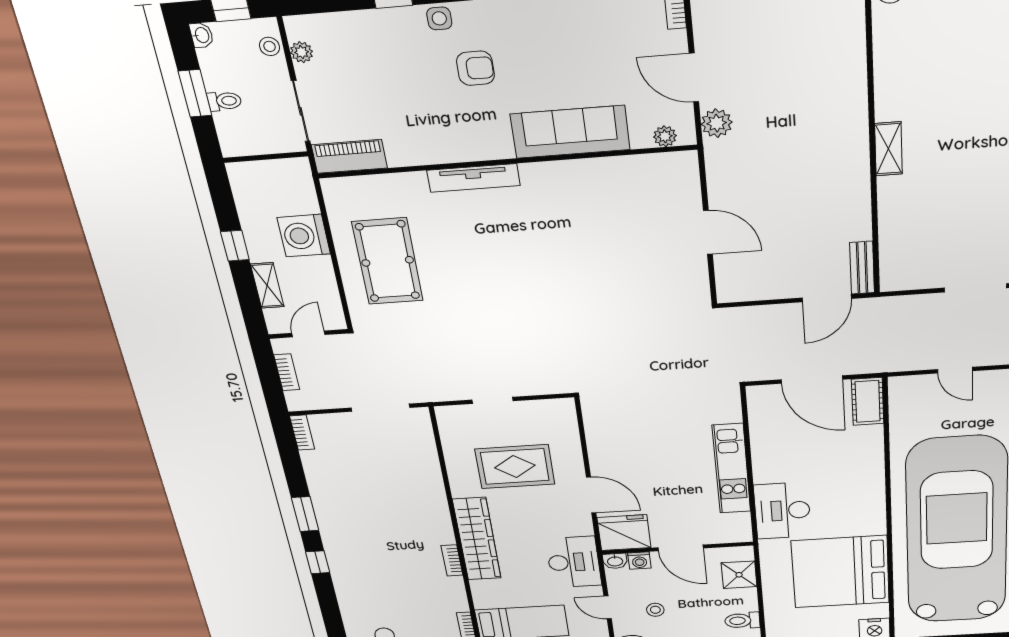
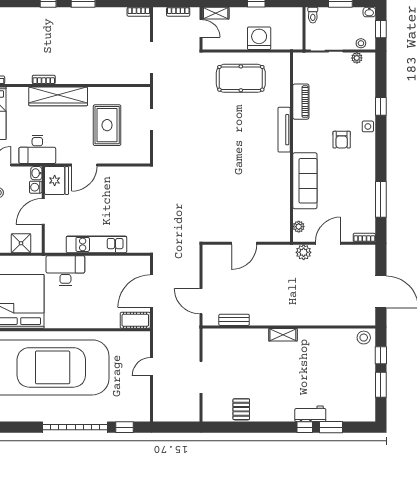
toilet: (225, 101) -> (313, 15), moved
piano: (349, 156) -> (301, 102), moved
bench: (862, 268) -> (234, 320), moved
shelving: (267, 285) -> (216, 13), moved

